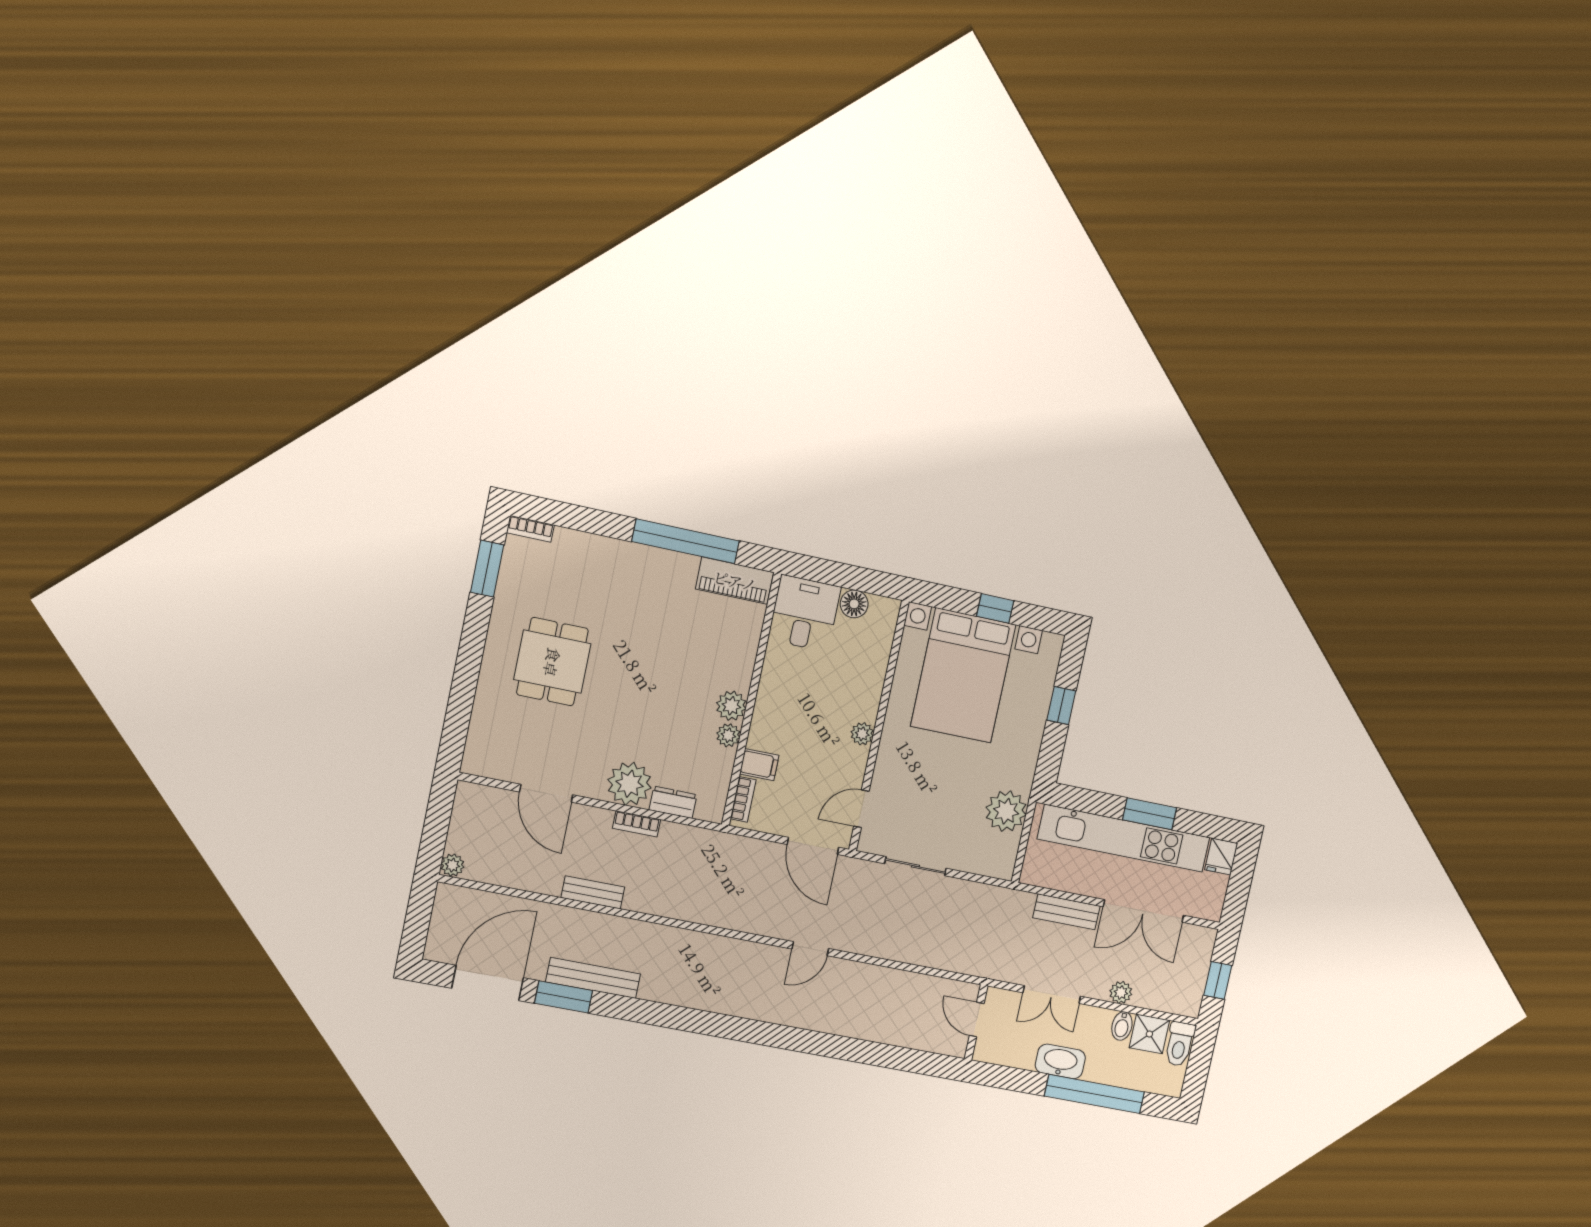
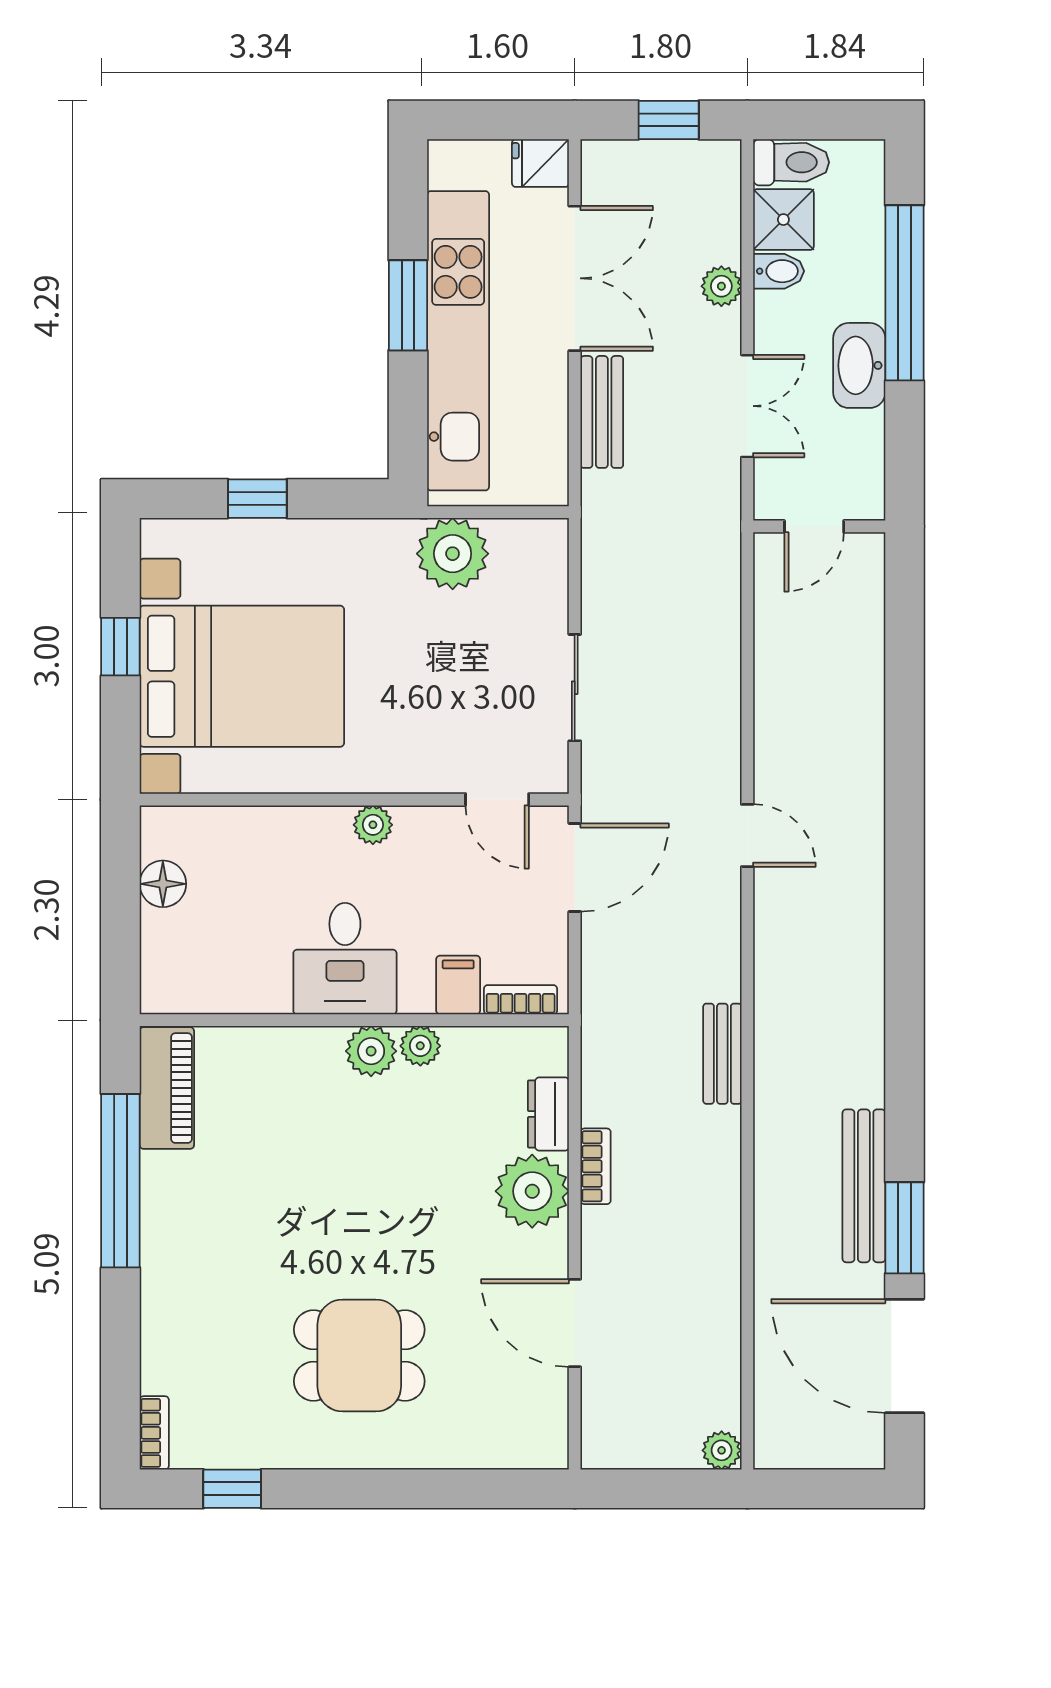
window: (487, 569) -> (232, 1489), width x0.67
desk: (804, 613) -> (345, 959), moved, turned -90
door: (546, 793) -> (575, 1323), swing flipped
fridge: (1221, 856) -> (540, 163), moved, turned 180
bench: (593, 892) -> (722, 1054), moved

